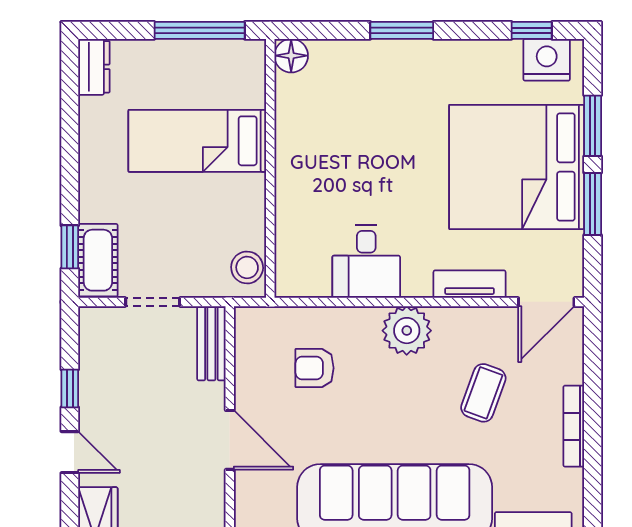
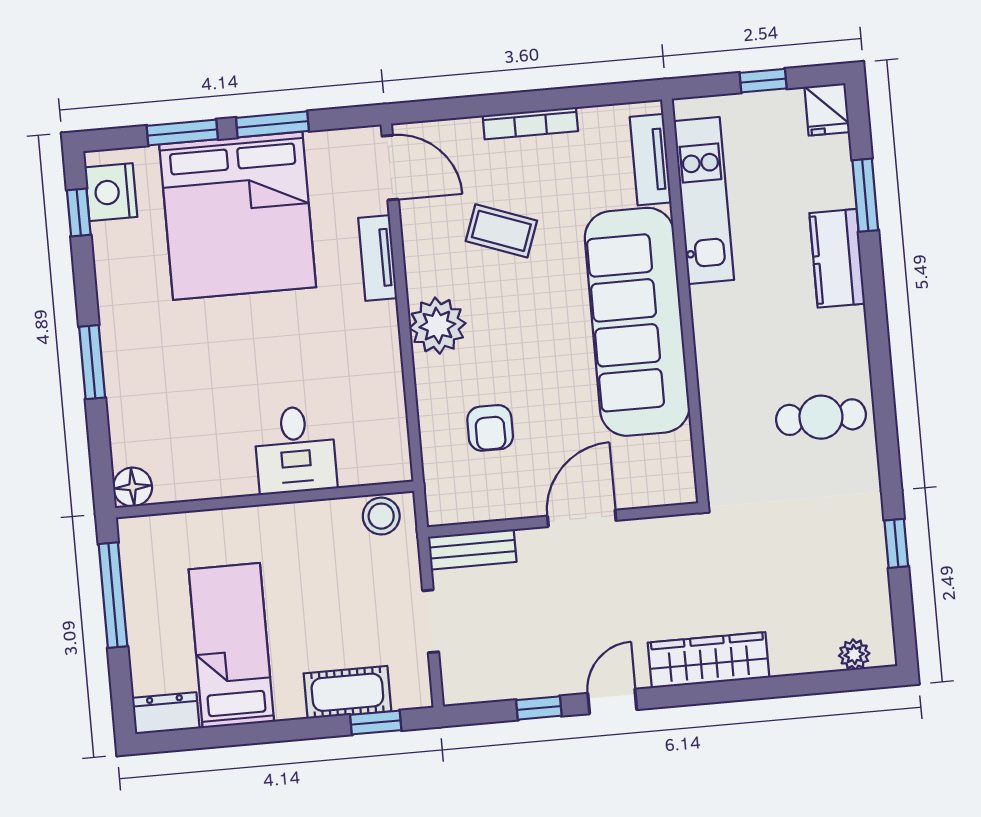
bed: (197, 141) -> (231, 646), moved, turned 180
cot: (98, 260) -> (347, 692), moved
desk: (366, 261) -> (295, 450), moved, turned 90

